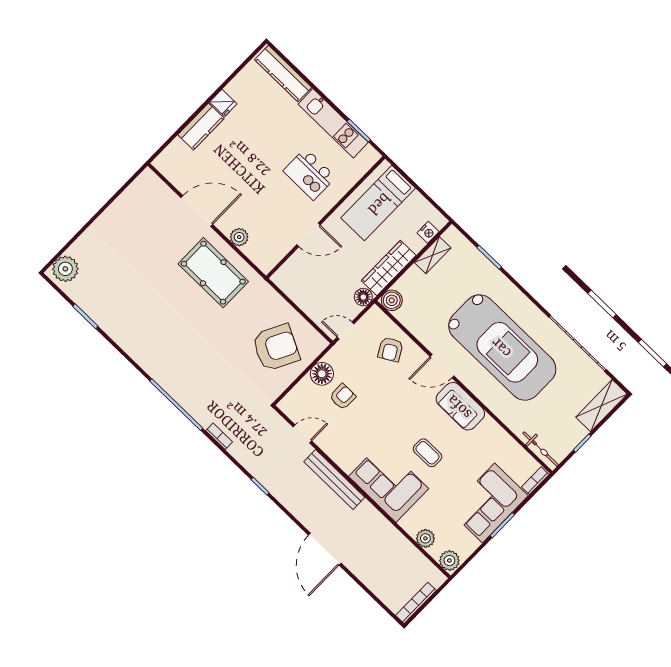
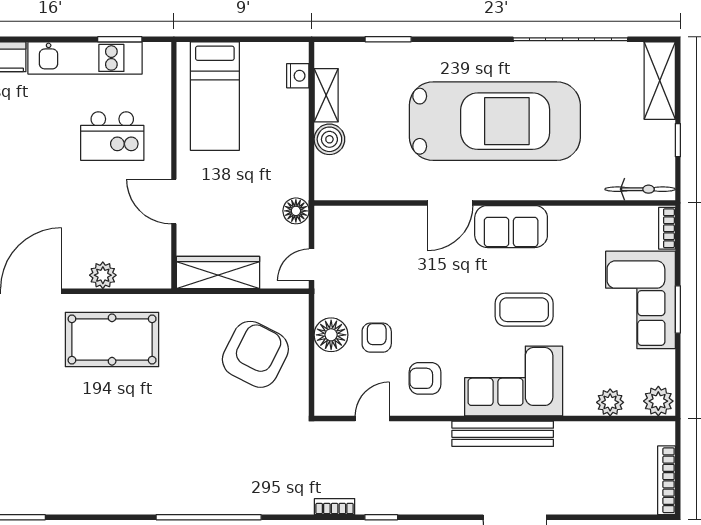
door: (308, 235) -> (174, 201), swing flipped
wardrobe: (389, 268) -> (218, 273), moved, turned 90
boiler: (392, 300) -> (329, 139), moved
armchair: (390, 349) -> (425, 378), moved, turned 120
bookcase: (219, 436) -> (335, 507), moved
coffee table: (427, 453) -> (524, 310), width x1.36, depth x1.30
bench: (334, 479) -> (503, 434), moved

